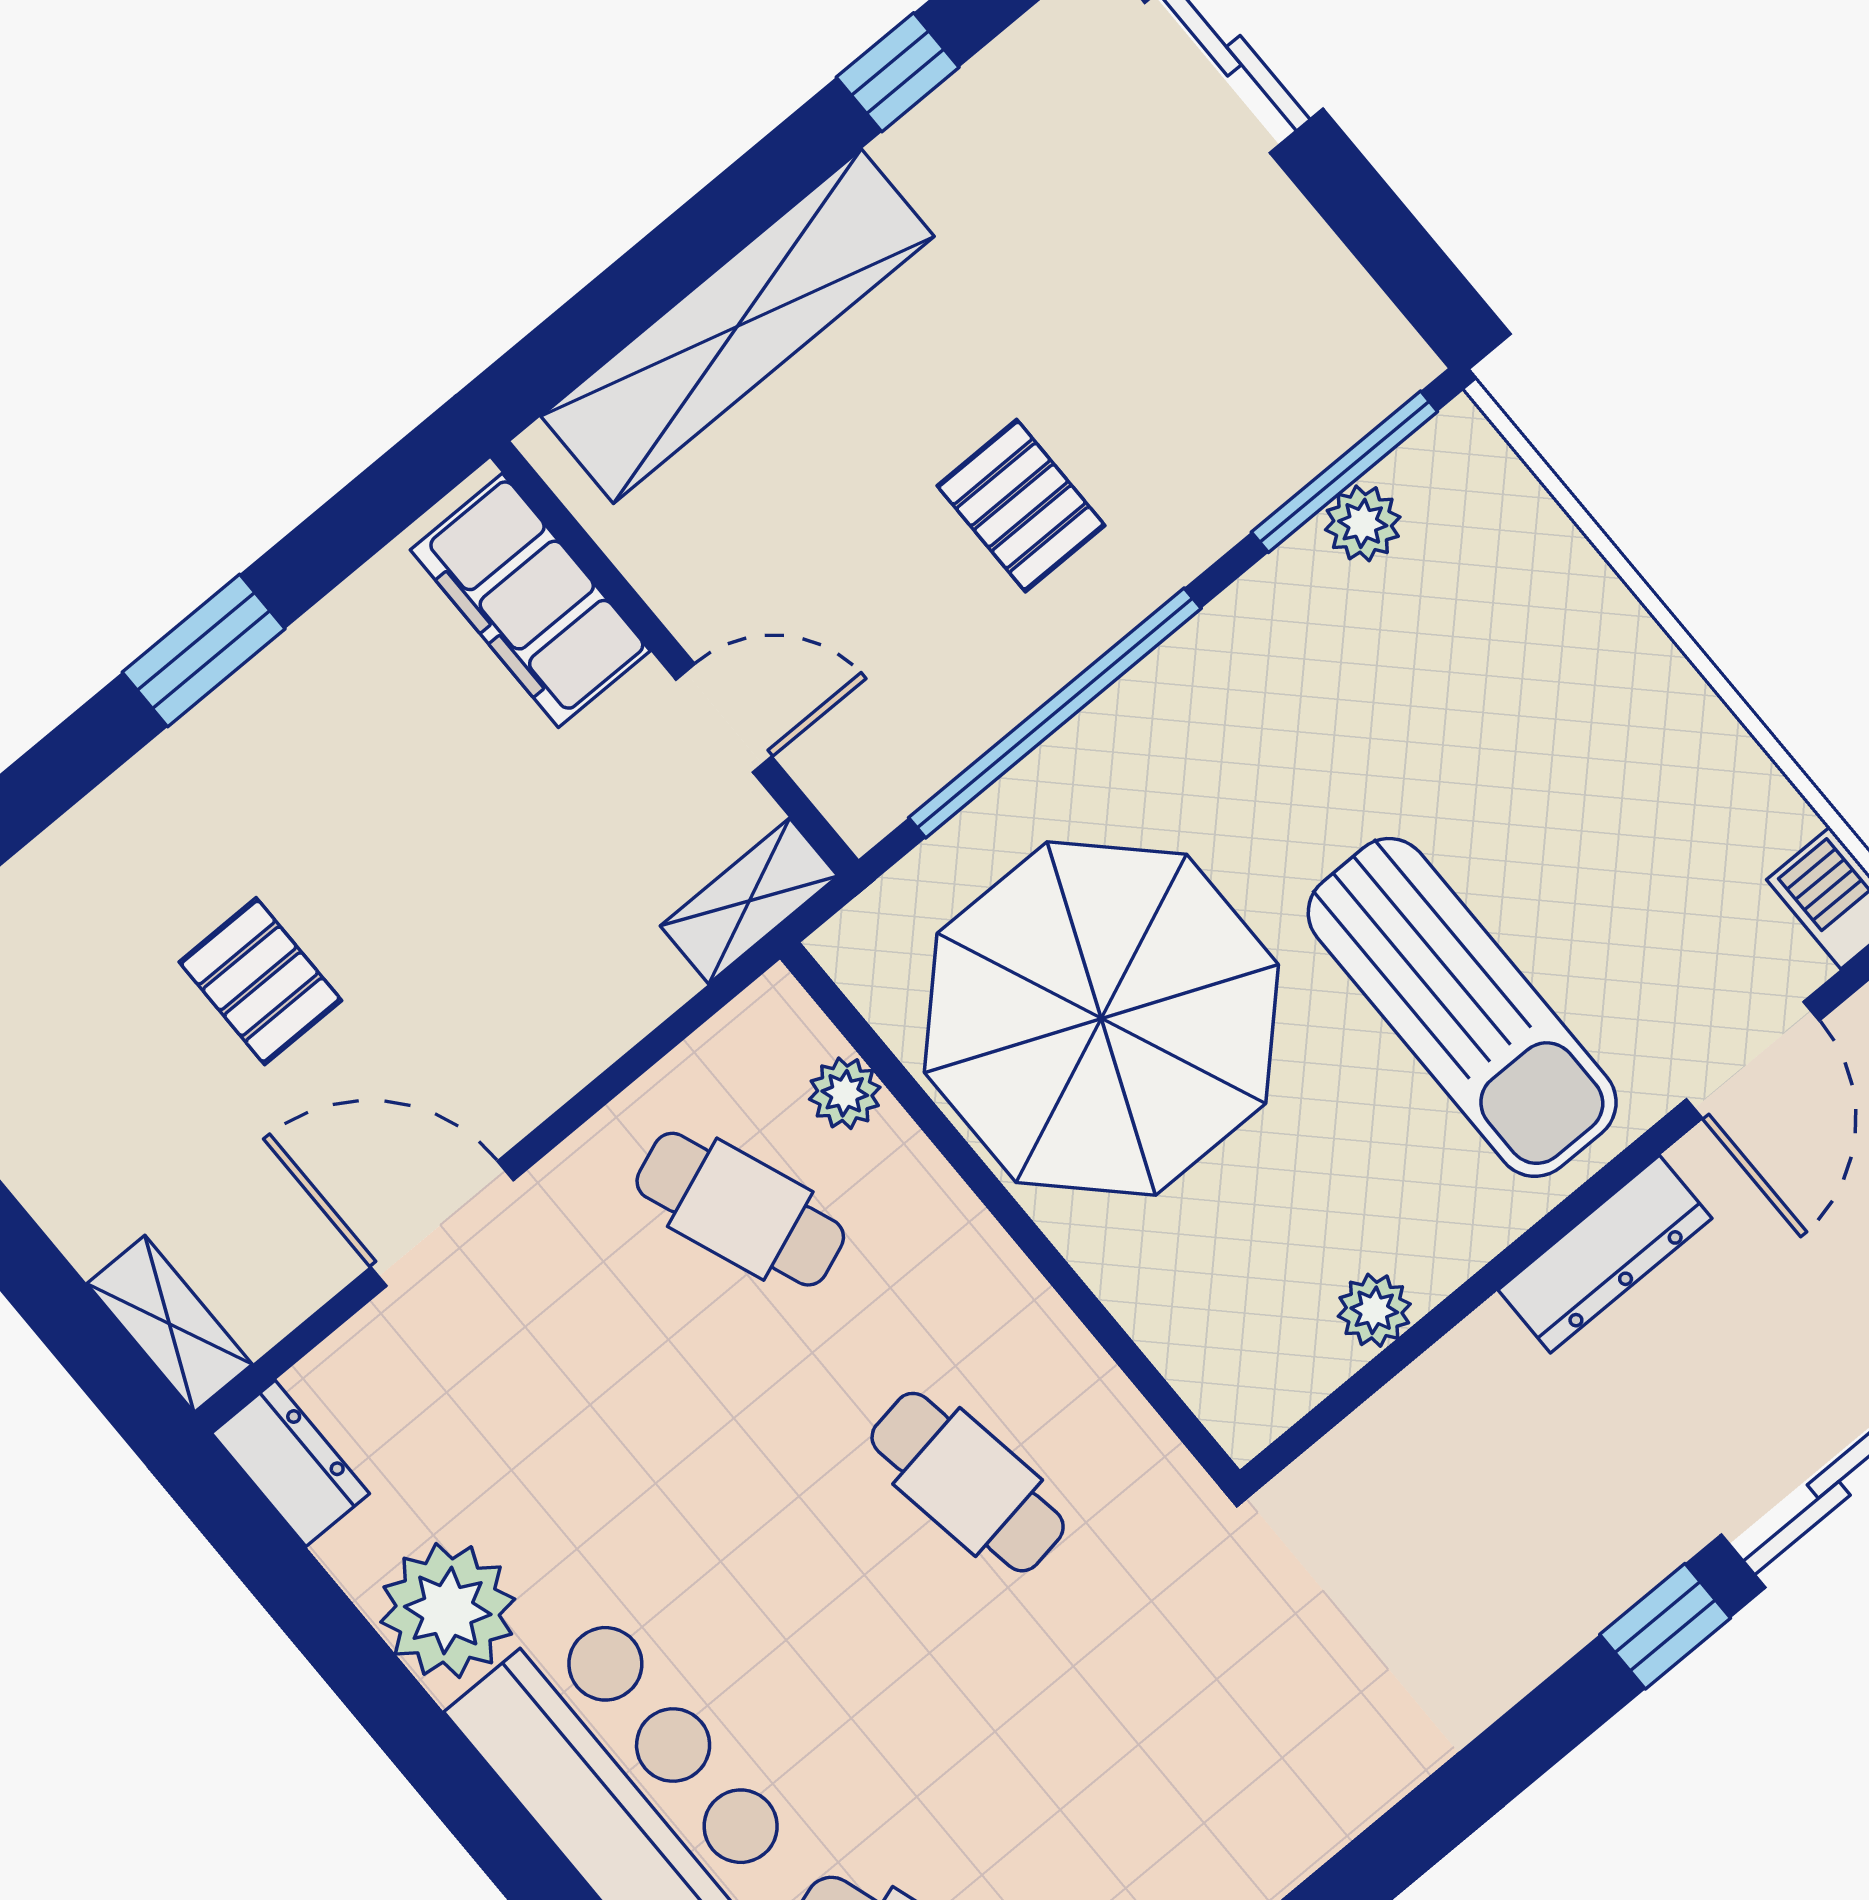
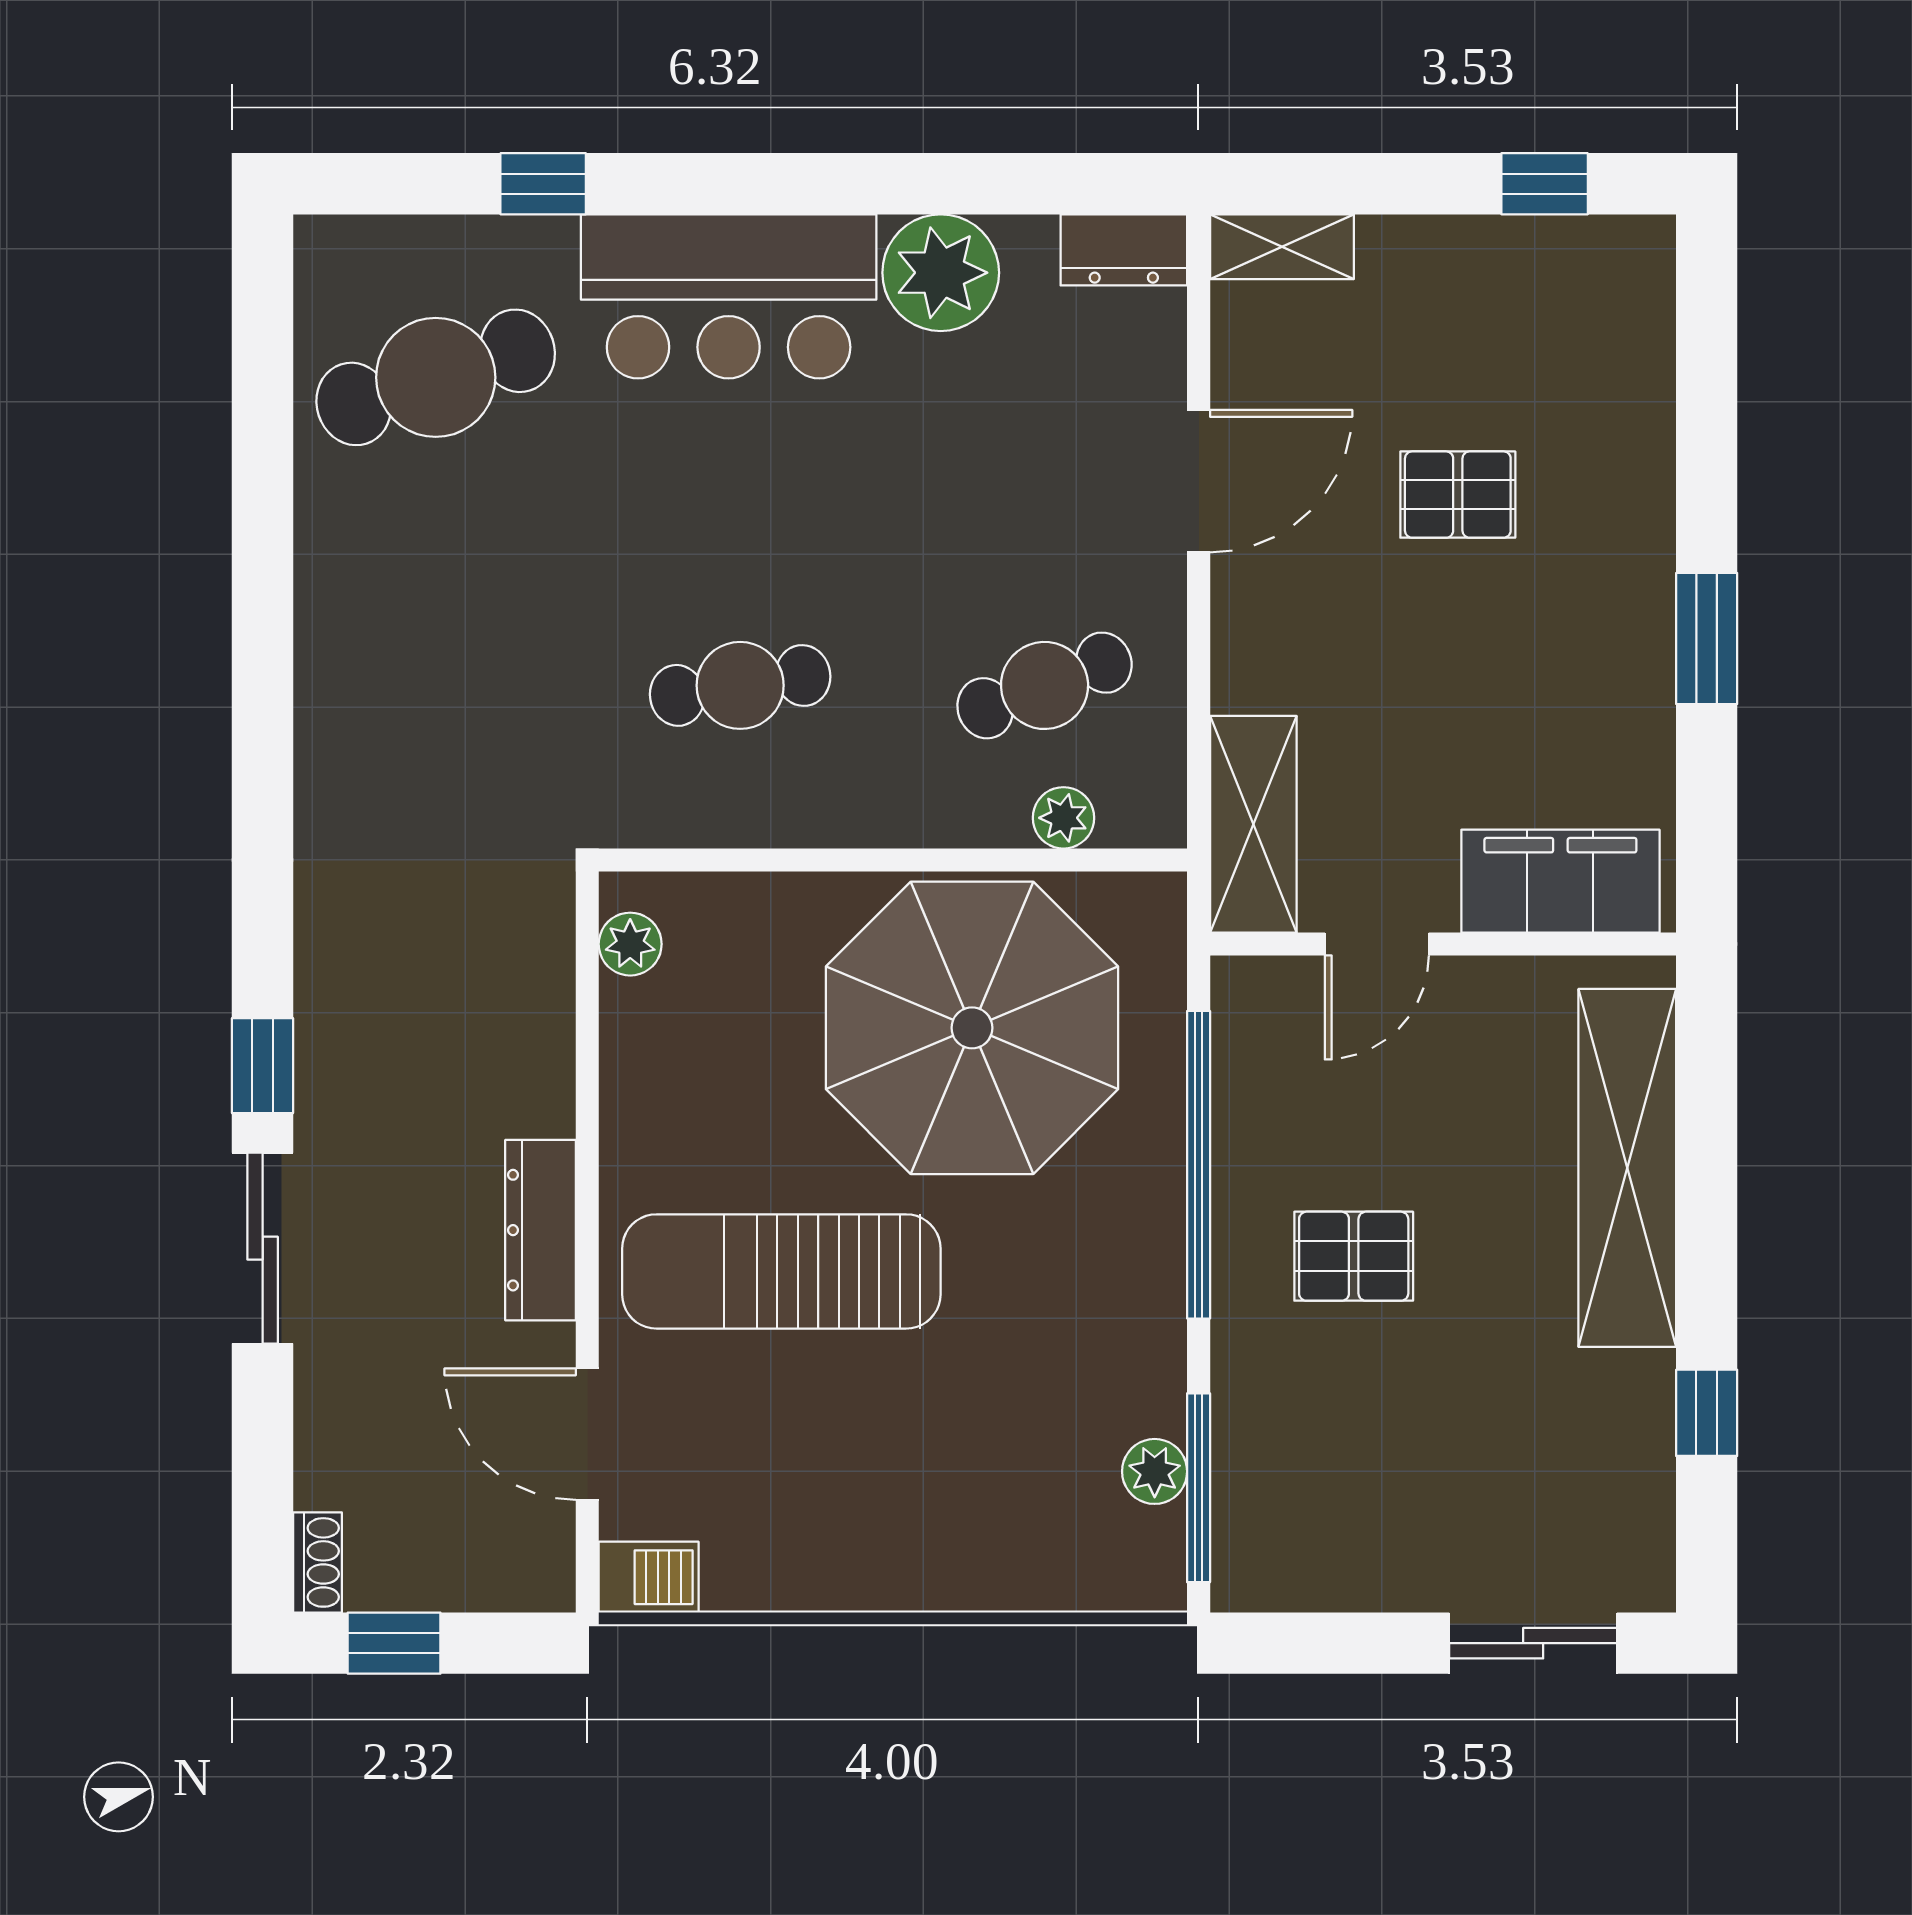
shelving: (749, 901) -> (1253, 824), width x1.50, depth x1.33
plant: (1374, 1310) -> (630, 944), moved

